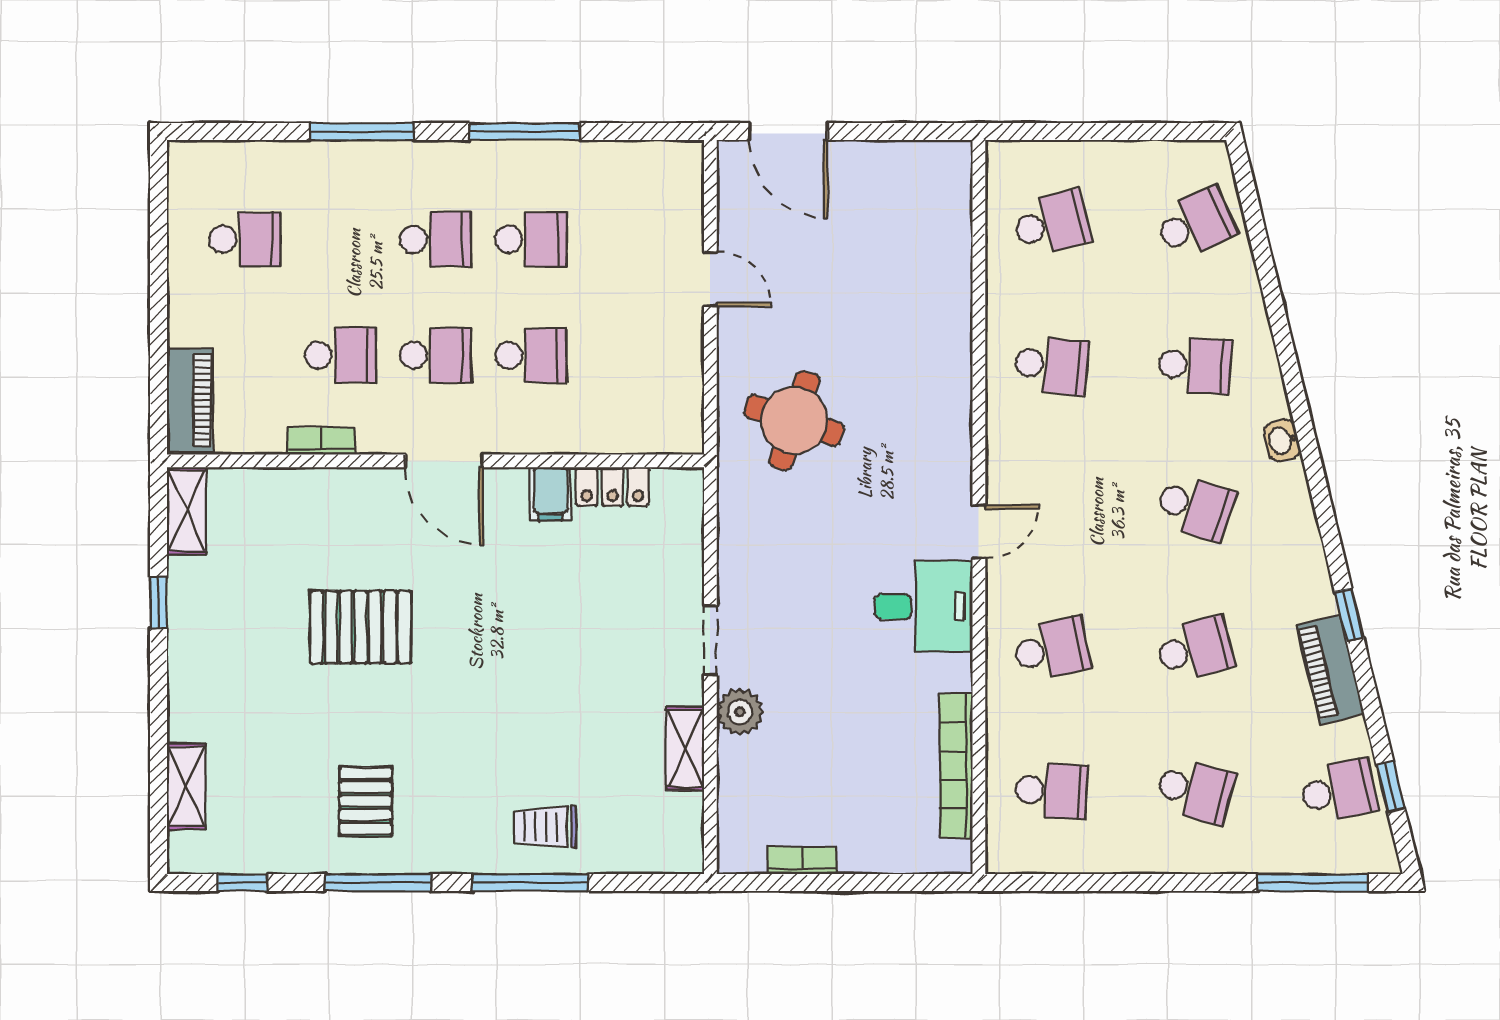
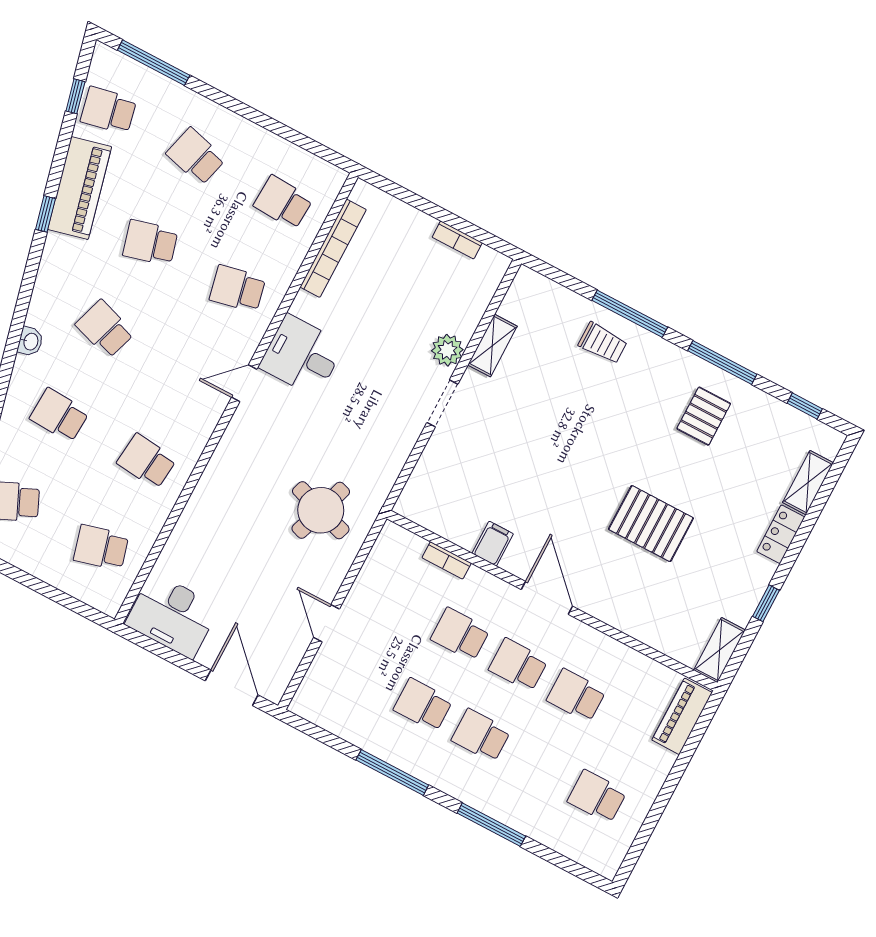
desk: (914, 184) -> (172, 616), added
bookcase: (321, 441) -> (447, 560), moved
locker: (612, 487) -> (781, 534), moved, turned -90
piano: (1330, 669) -> (80, 188), width x1.37, depth x1.33

